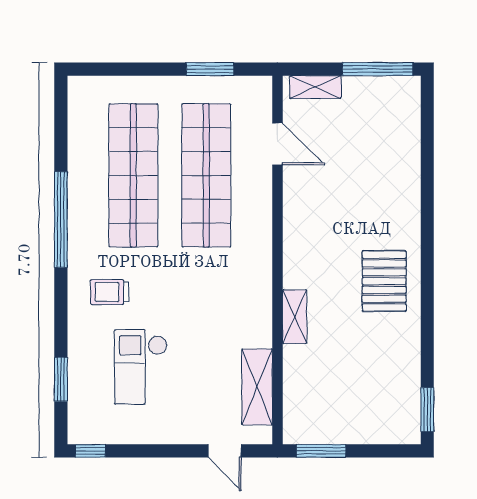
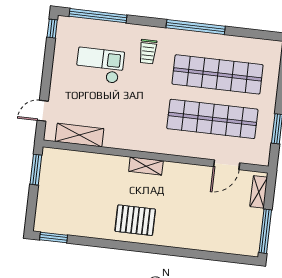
trolley: (110, 292) -> (148, 52), turned 180
shelving: (295, 317) -> (146, 166), moved
window: (61, 379) -> (98, 16), width x2.11

